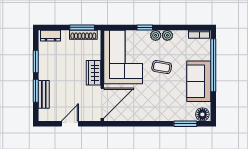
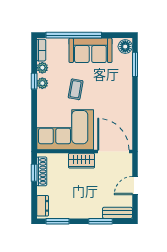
window: (82, 27) -> (34, 173), width x0.67
window: (145, 27) -> (34, 81), moved
plant: (156, 35) -> (42, 68), moved
window: (36, 62) -> (58, 221), moved
bench: (44, 94) -> (117, 213), moved
door: (70, 124) -> (135, 186), hinge flipped

